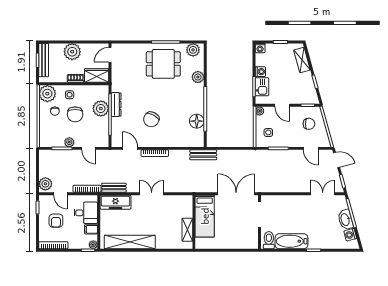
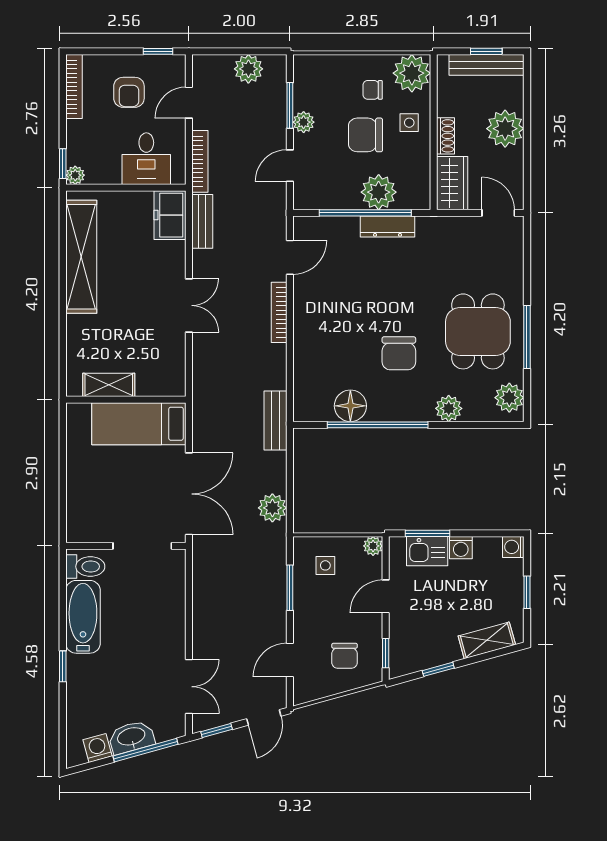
chair: (151, 119) -> (399, 353), moved, turned -117
plant: (242, 156) -> (272, 508), added
plant: (45, 184) -> (248, 69), moved
freezer: (115, 202) -> (170, 215), width x0.71
armchair: (56, 221) -> (129, 92), turned -90
filing cabinet: (91, 229) -> (110, 170), removed

